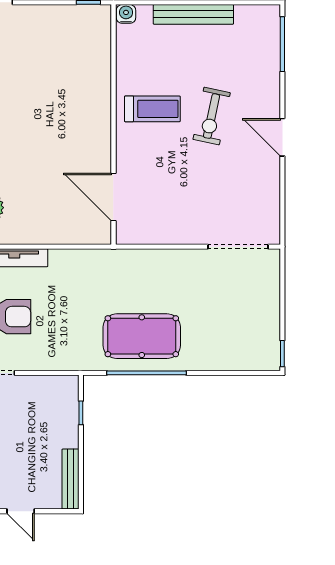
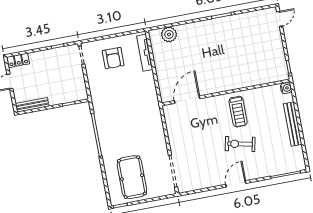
pool table: (142, 336) -> (132, 177), moved

